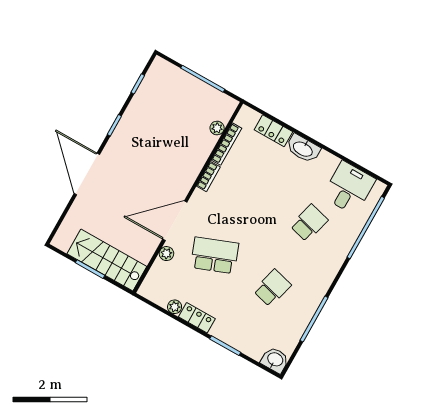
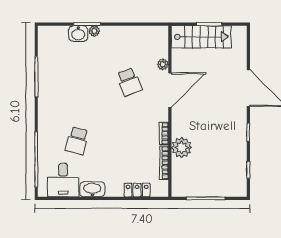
plant: (217, 128) -> (182, 148), moved, width x1.87, depth x1.87
washbasin: (303, 149) -> (92, 189), moved
school desk: (215, 255) -> (129, 82), width x0.54
school desk: (272, 288) -> (77, 82), removed
plant: (175, 307) -> (94, 31), moved
locker: (197, 318) -> (117, 32), removed
washbasin: (275, 360) -> (78, 34), moved

